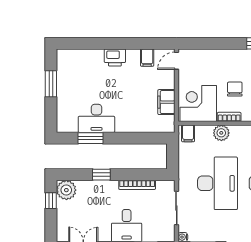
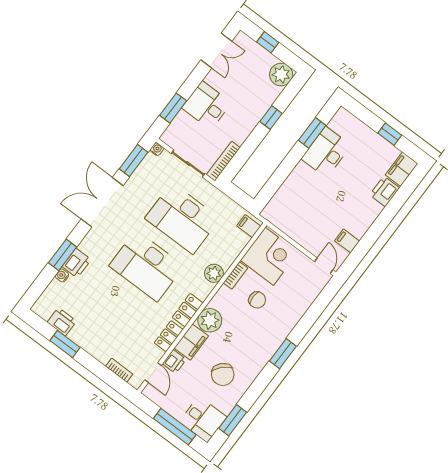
printer: (115, 57) -> (385, 191), moved
window: (51, 84) -> (390, 134), width x0.67
filing cabinet: (166, 102) -> (402, 169), moved, turned -90
plant: (221, 133) -> (214, 273), moved
bookcase: (137, 185) -> (223, 161), moved
window: (51, 201) -> (268, 42), moved

